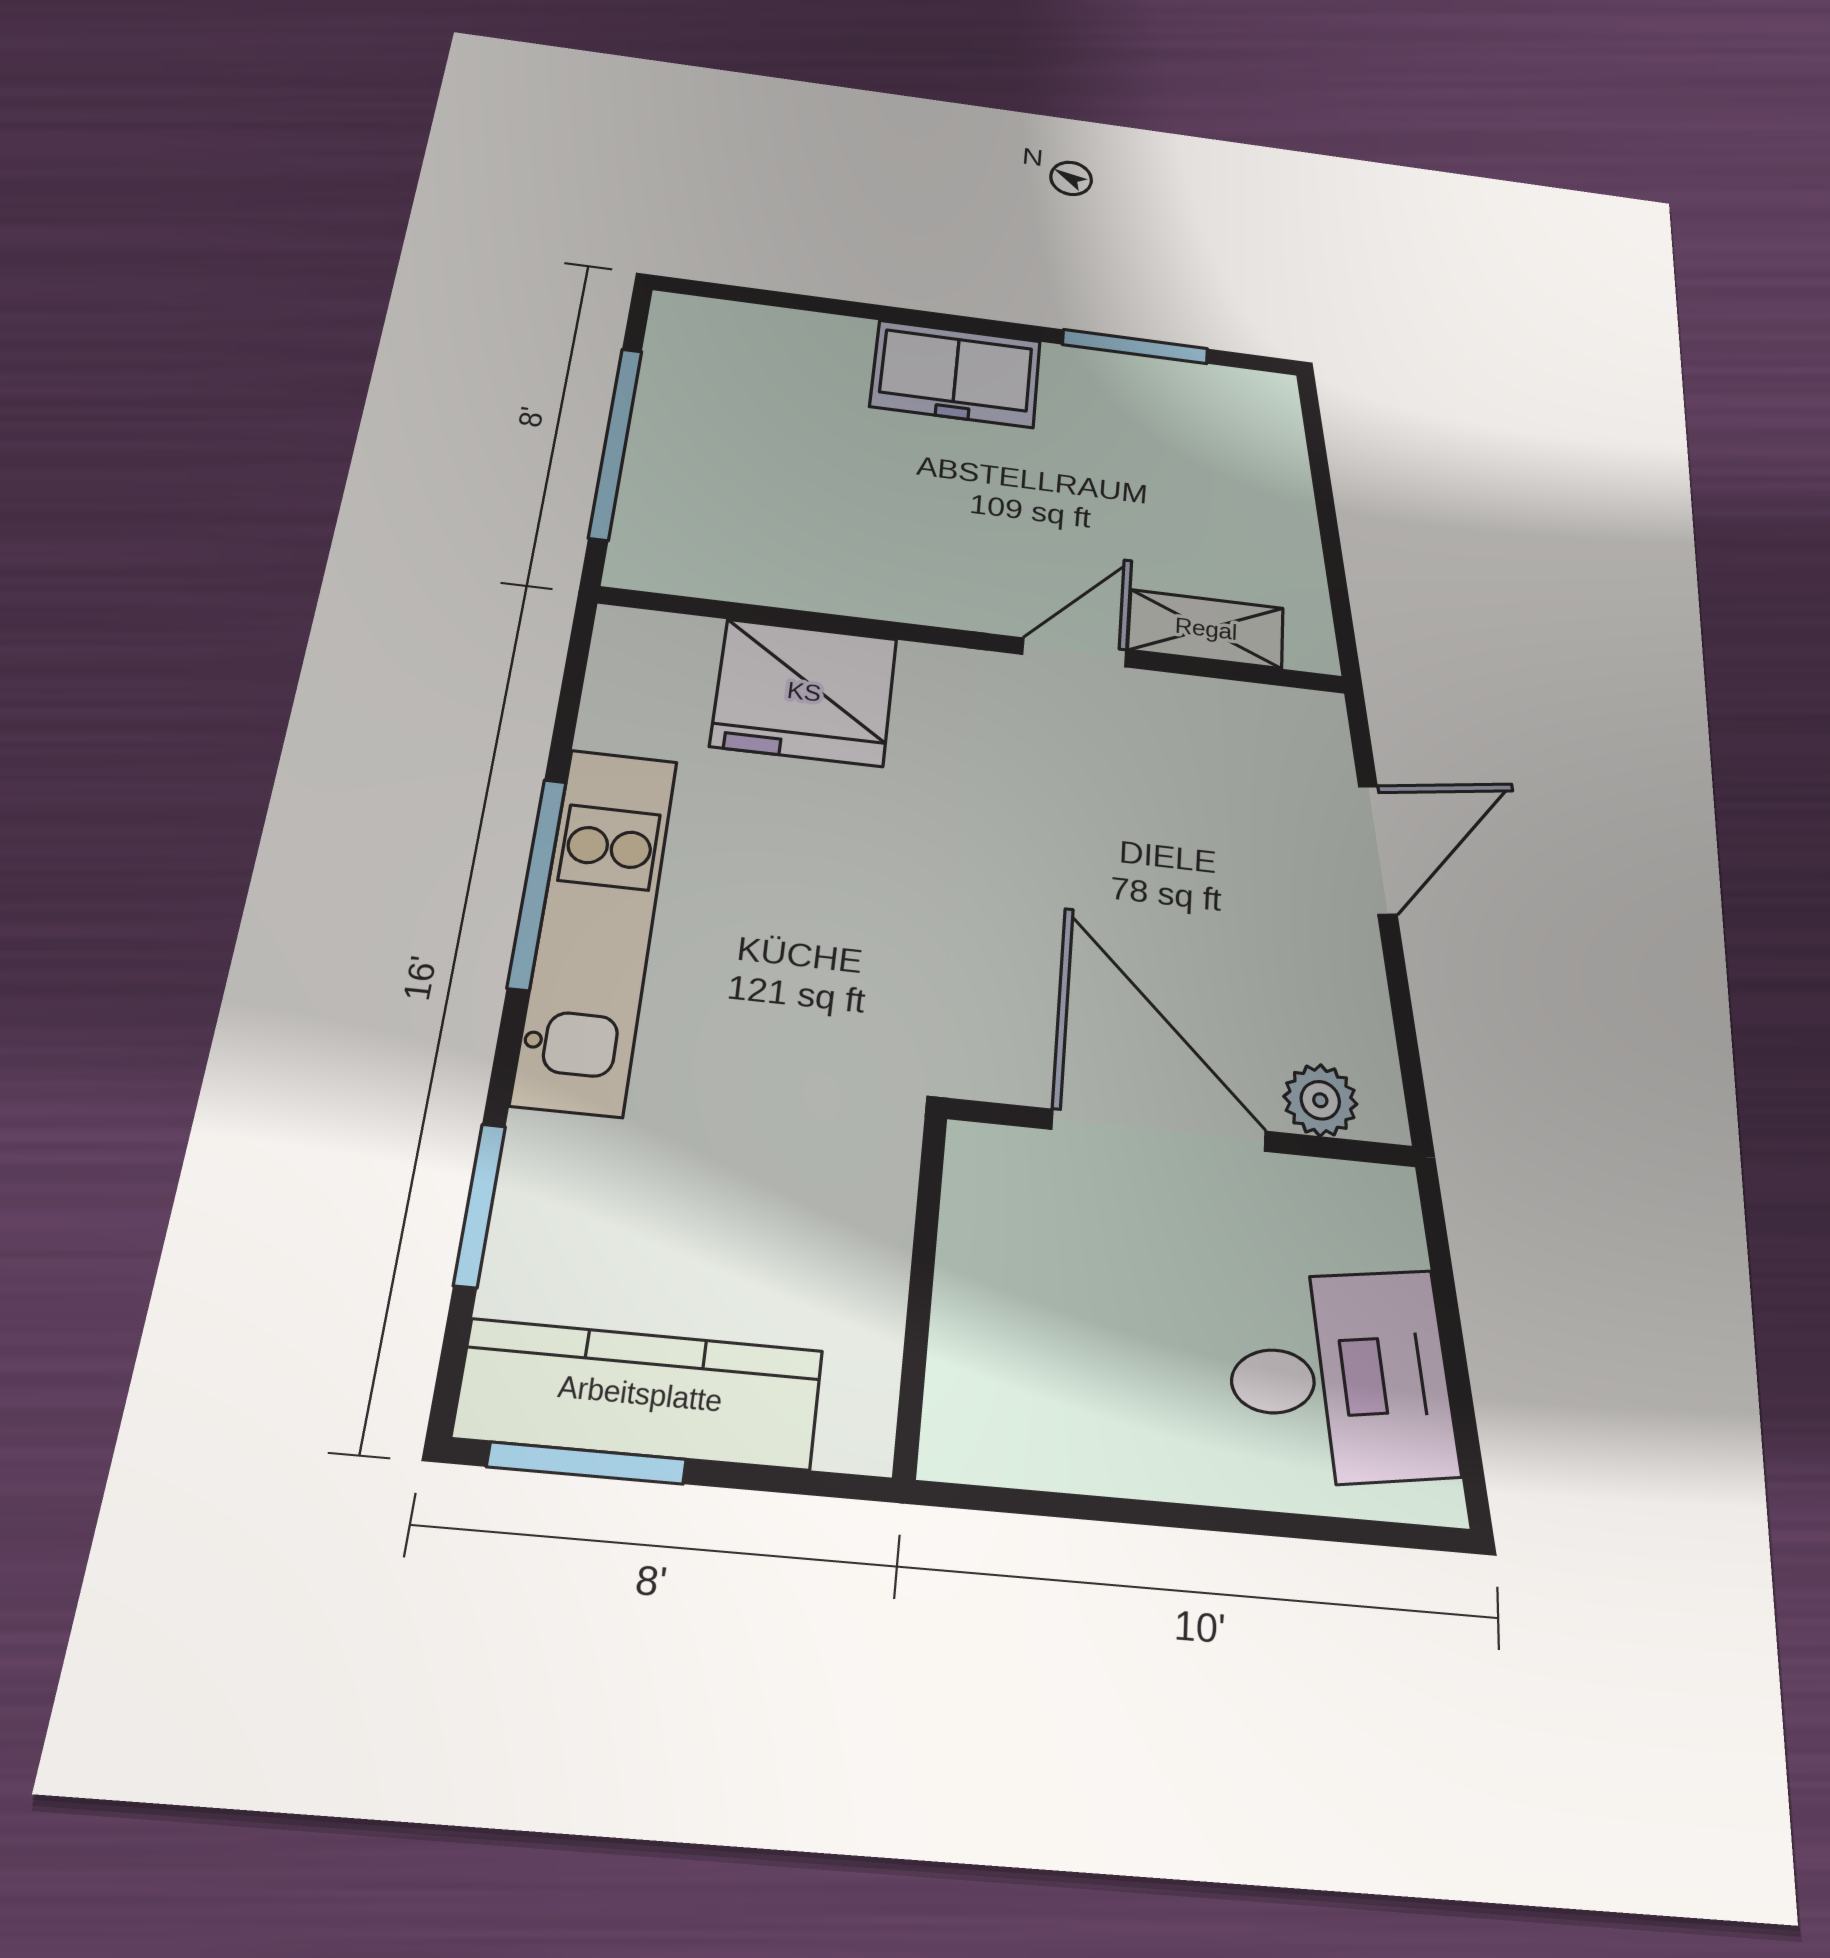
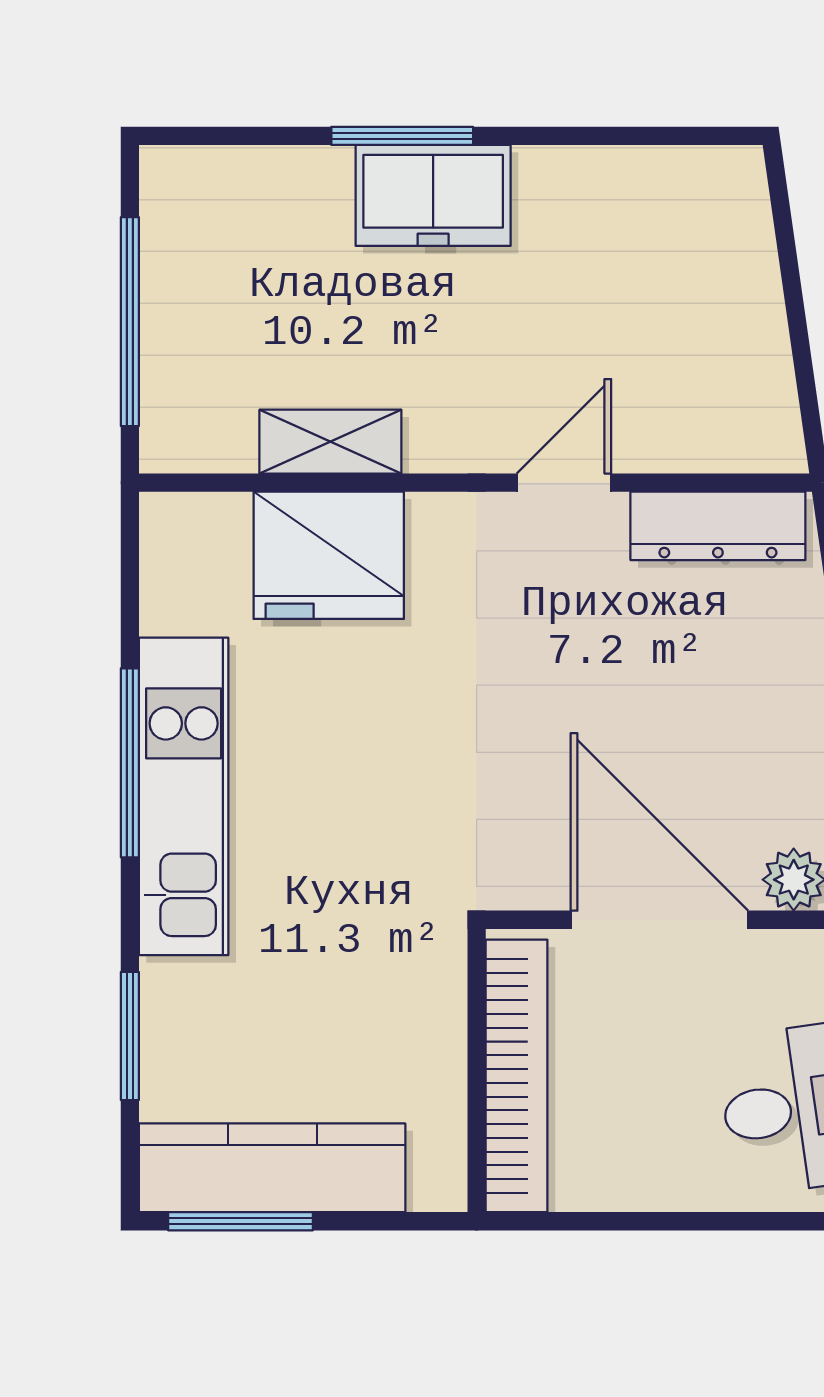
window: (1135, 347) -> (402, 136), moved
shelving: (1206, 629) -> (330, 442), moved
dresser: (1241, 715) -> (718, 526), added
bookcase: (971, 1304) -> (517, 1076), added

